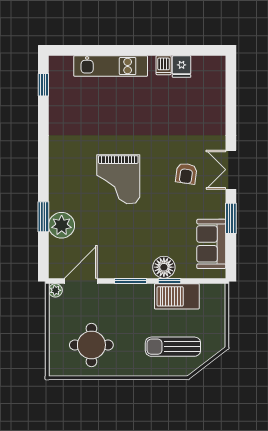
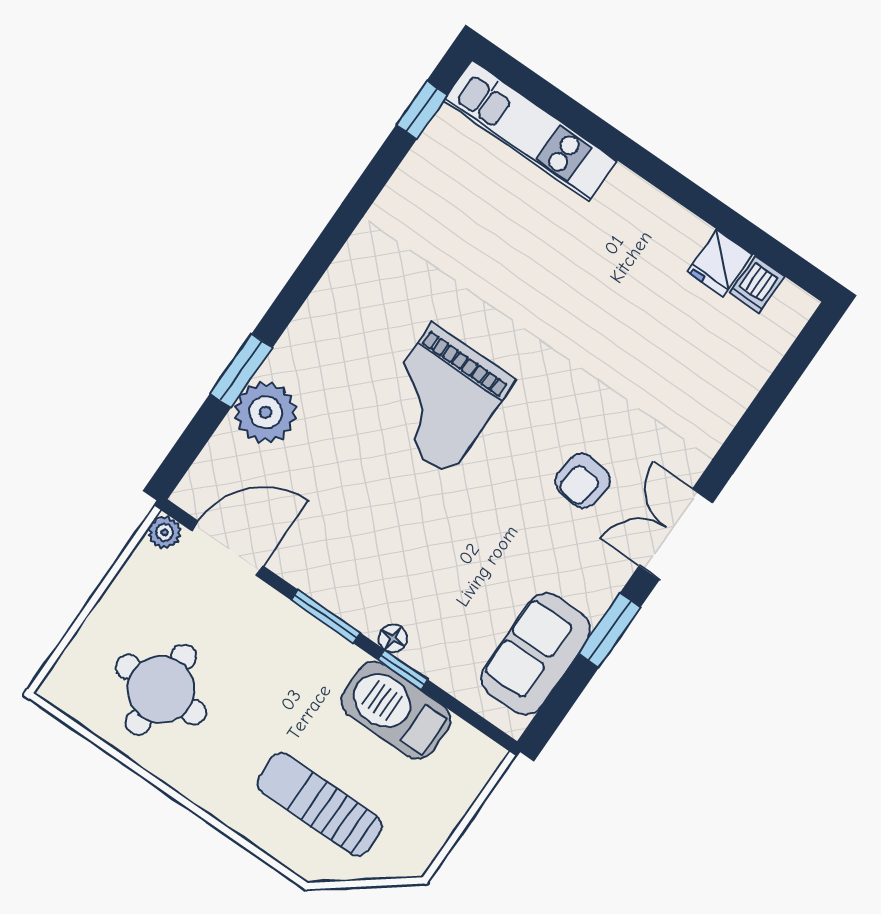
dishwasher: (164, 65) -> (757, 285), moved
kitchen unit: (111, 66) -> (530, 130), moved
floor lamp: (164, 267) -> (393, 638), width x0.53, depth x0.53

